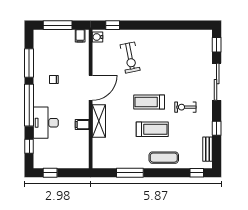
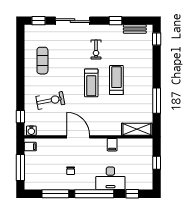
shelving: (99, 121) -> (137, 129), moved
exercise mat: (164, 158) -> (42, 61), moved
window: (50, 173) -> (157, 163), moved

